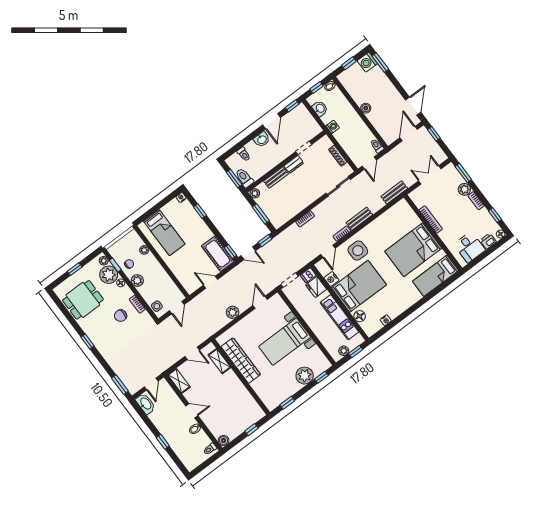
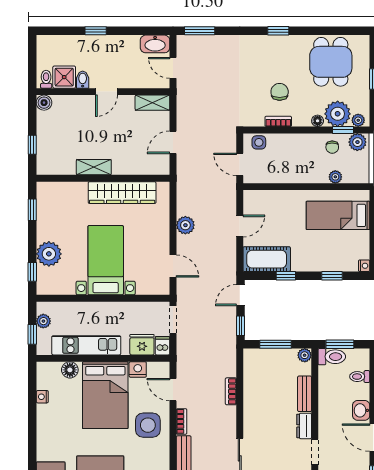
window: (230, 252) -> (286, 276), moved
plant: (137, 281) -> (357, 142), moved
shelving: (219, 361) -> (94, 167), moved
shower: (201, 440) -> (64, 77), added

